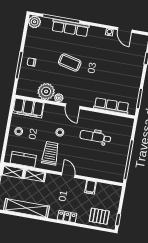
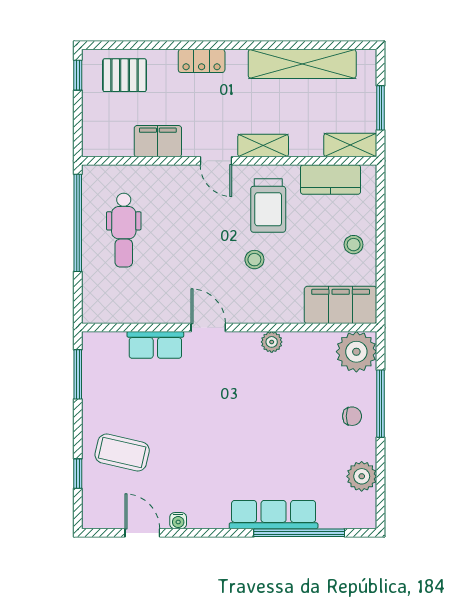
plant: (35, 22) -> (362, 476), moved
coffee table: (70, 62) -> (122, 453), moved
plant: (46, 92) -> (356, 352), moved
door: (73, 106) -> (208, 328), moved
row of seats: (111, 106) -> (155, 345), width x0.68
dental chair: (95, 137) -> (124, 230), moved, turned 90
shelving: (35, 175) -> (263, 146), moved
filing cabinet: (90, 187) -> (158, 141), width x2.00

